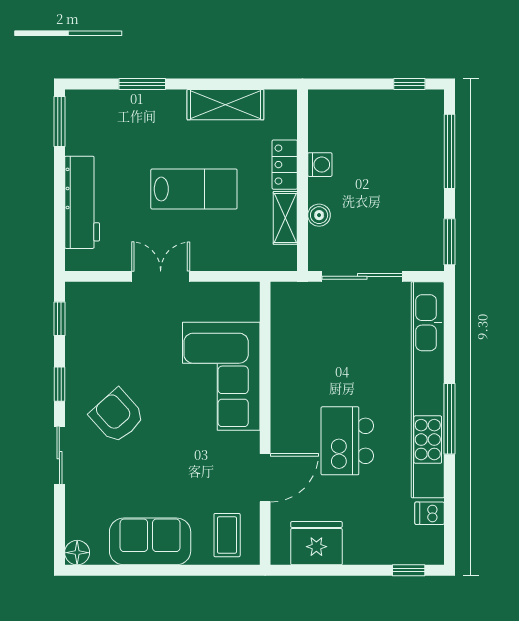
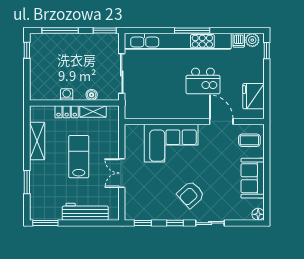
plant: (430, 541) -> (252, 40), added

